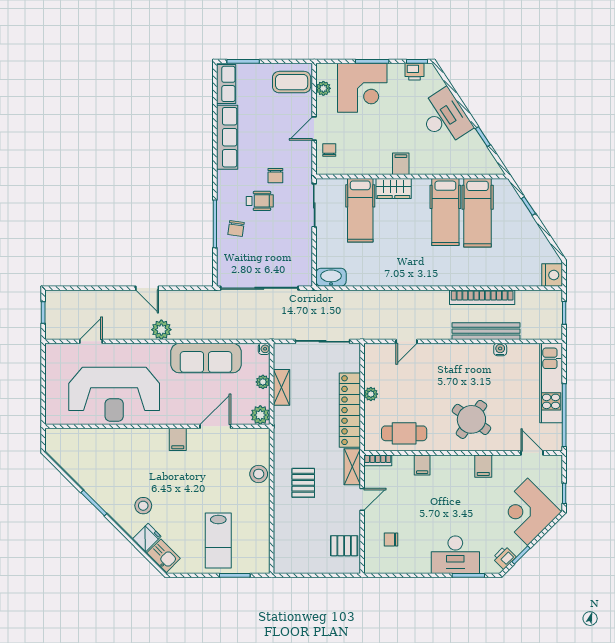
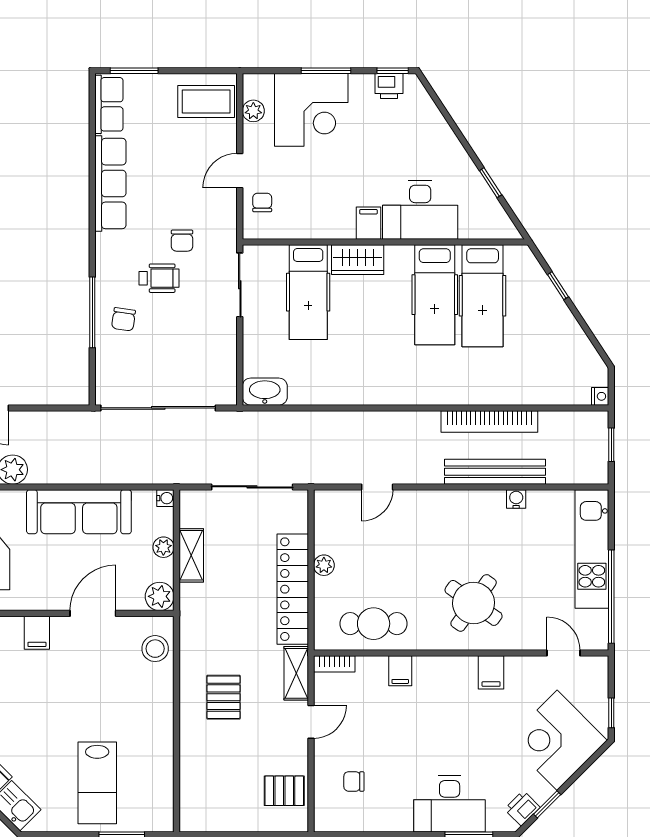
desk: (444, 117) -> (420, 210), moved, turned 123
nightstand: (552, 275) -> (600, 396), width x0.53, depth x0.56
stool: (259, 474) -> (155, 649), moved

